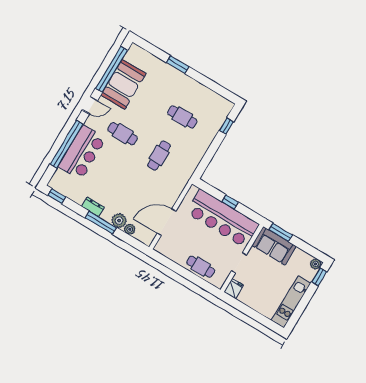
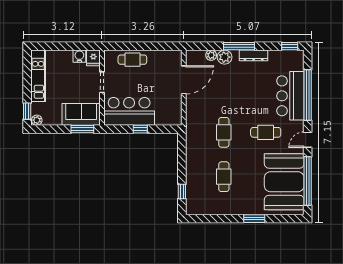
booth: (123, 84) -> (284, 182), width x1.36, depth x1.42
cafe table: (182, 117) -> (224, 177), turned 90
dresser: (93, 207) -> (254, 55), width x1.44
bar counter: (223, 219) -> (129, 111), width x0.73
water cooler: (245, 297) -> (79, 56), added

